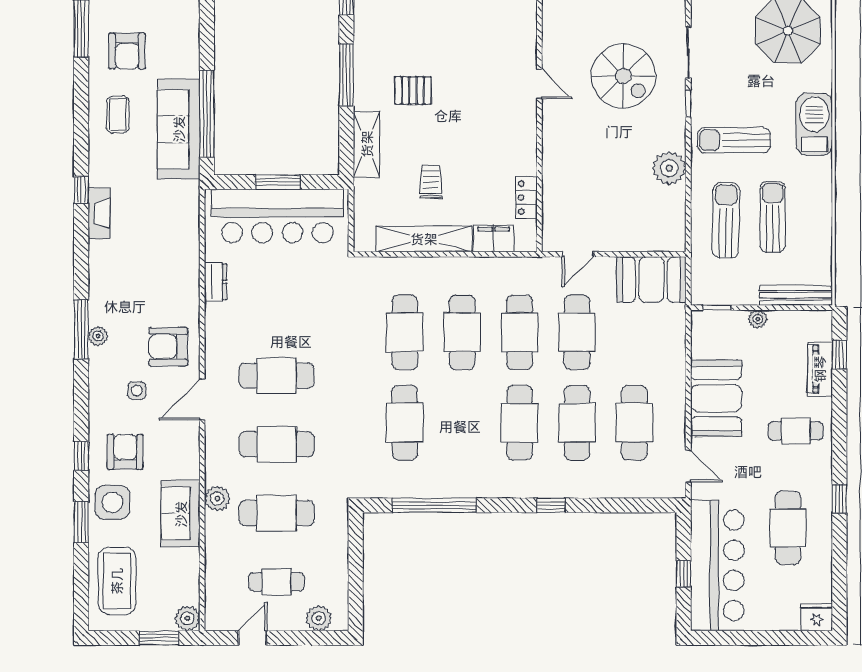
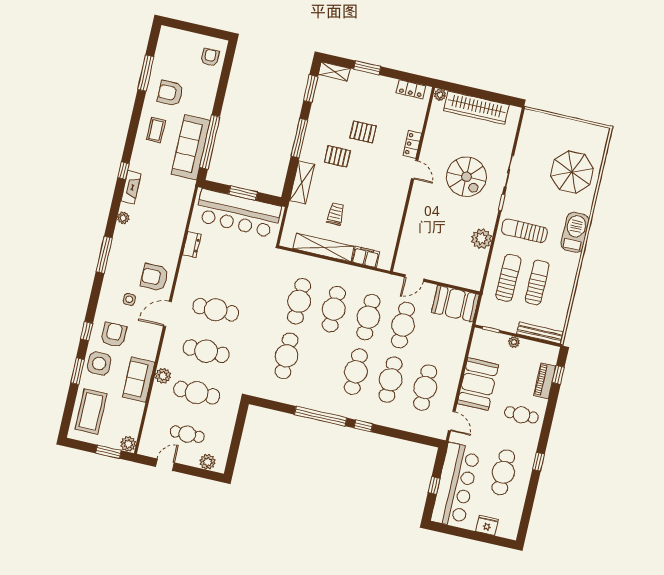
pallet: (444, 43) -> (363, 132), added
armchair: (127, 51) -> (170, 93), turned 90
locker: (526, 197) -> (412, 144), moved
plant: (98, 336) -> (123, 218), moved
window: (434, 505) -> (321, 416), moved
fridge: (817, 617) -> (487, 525), moved

